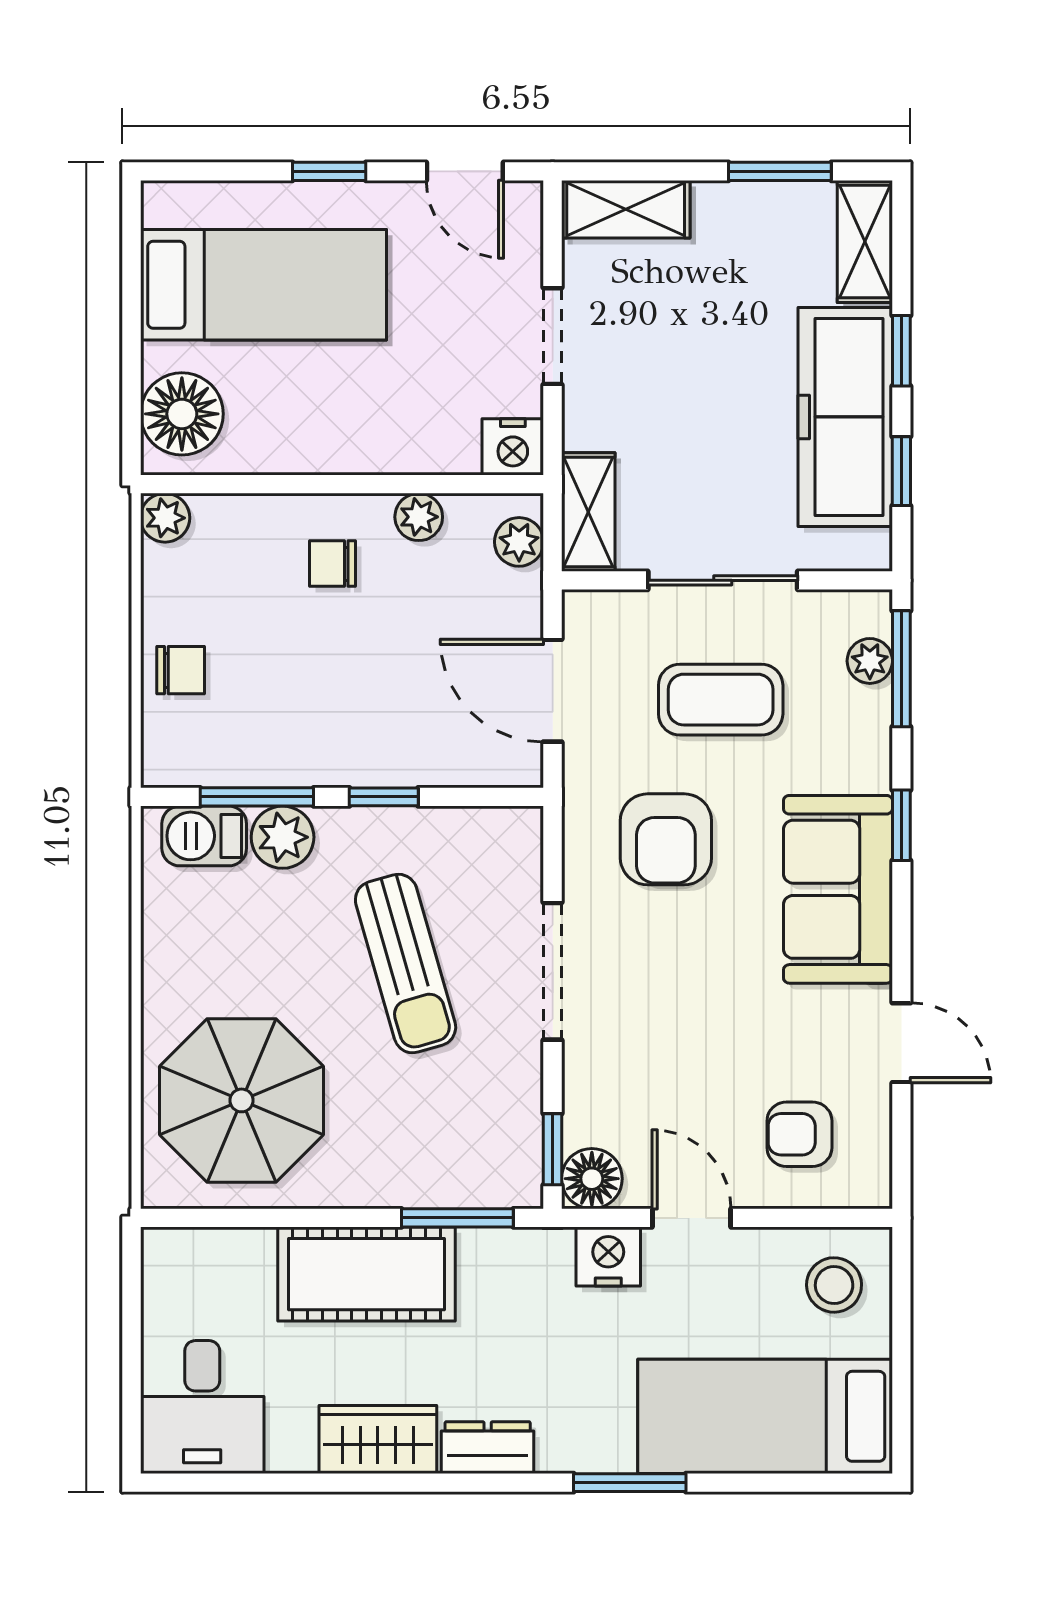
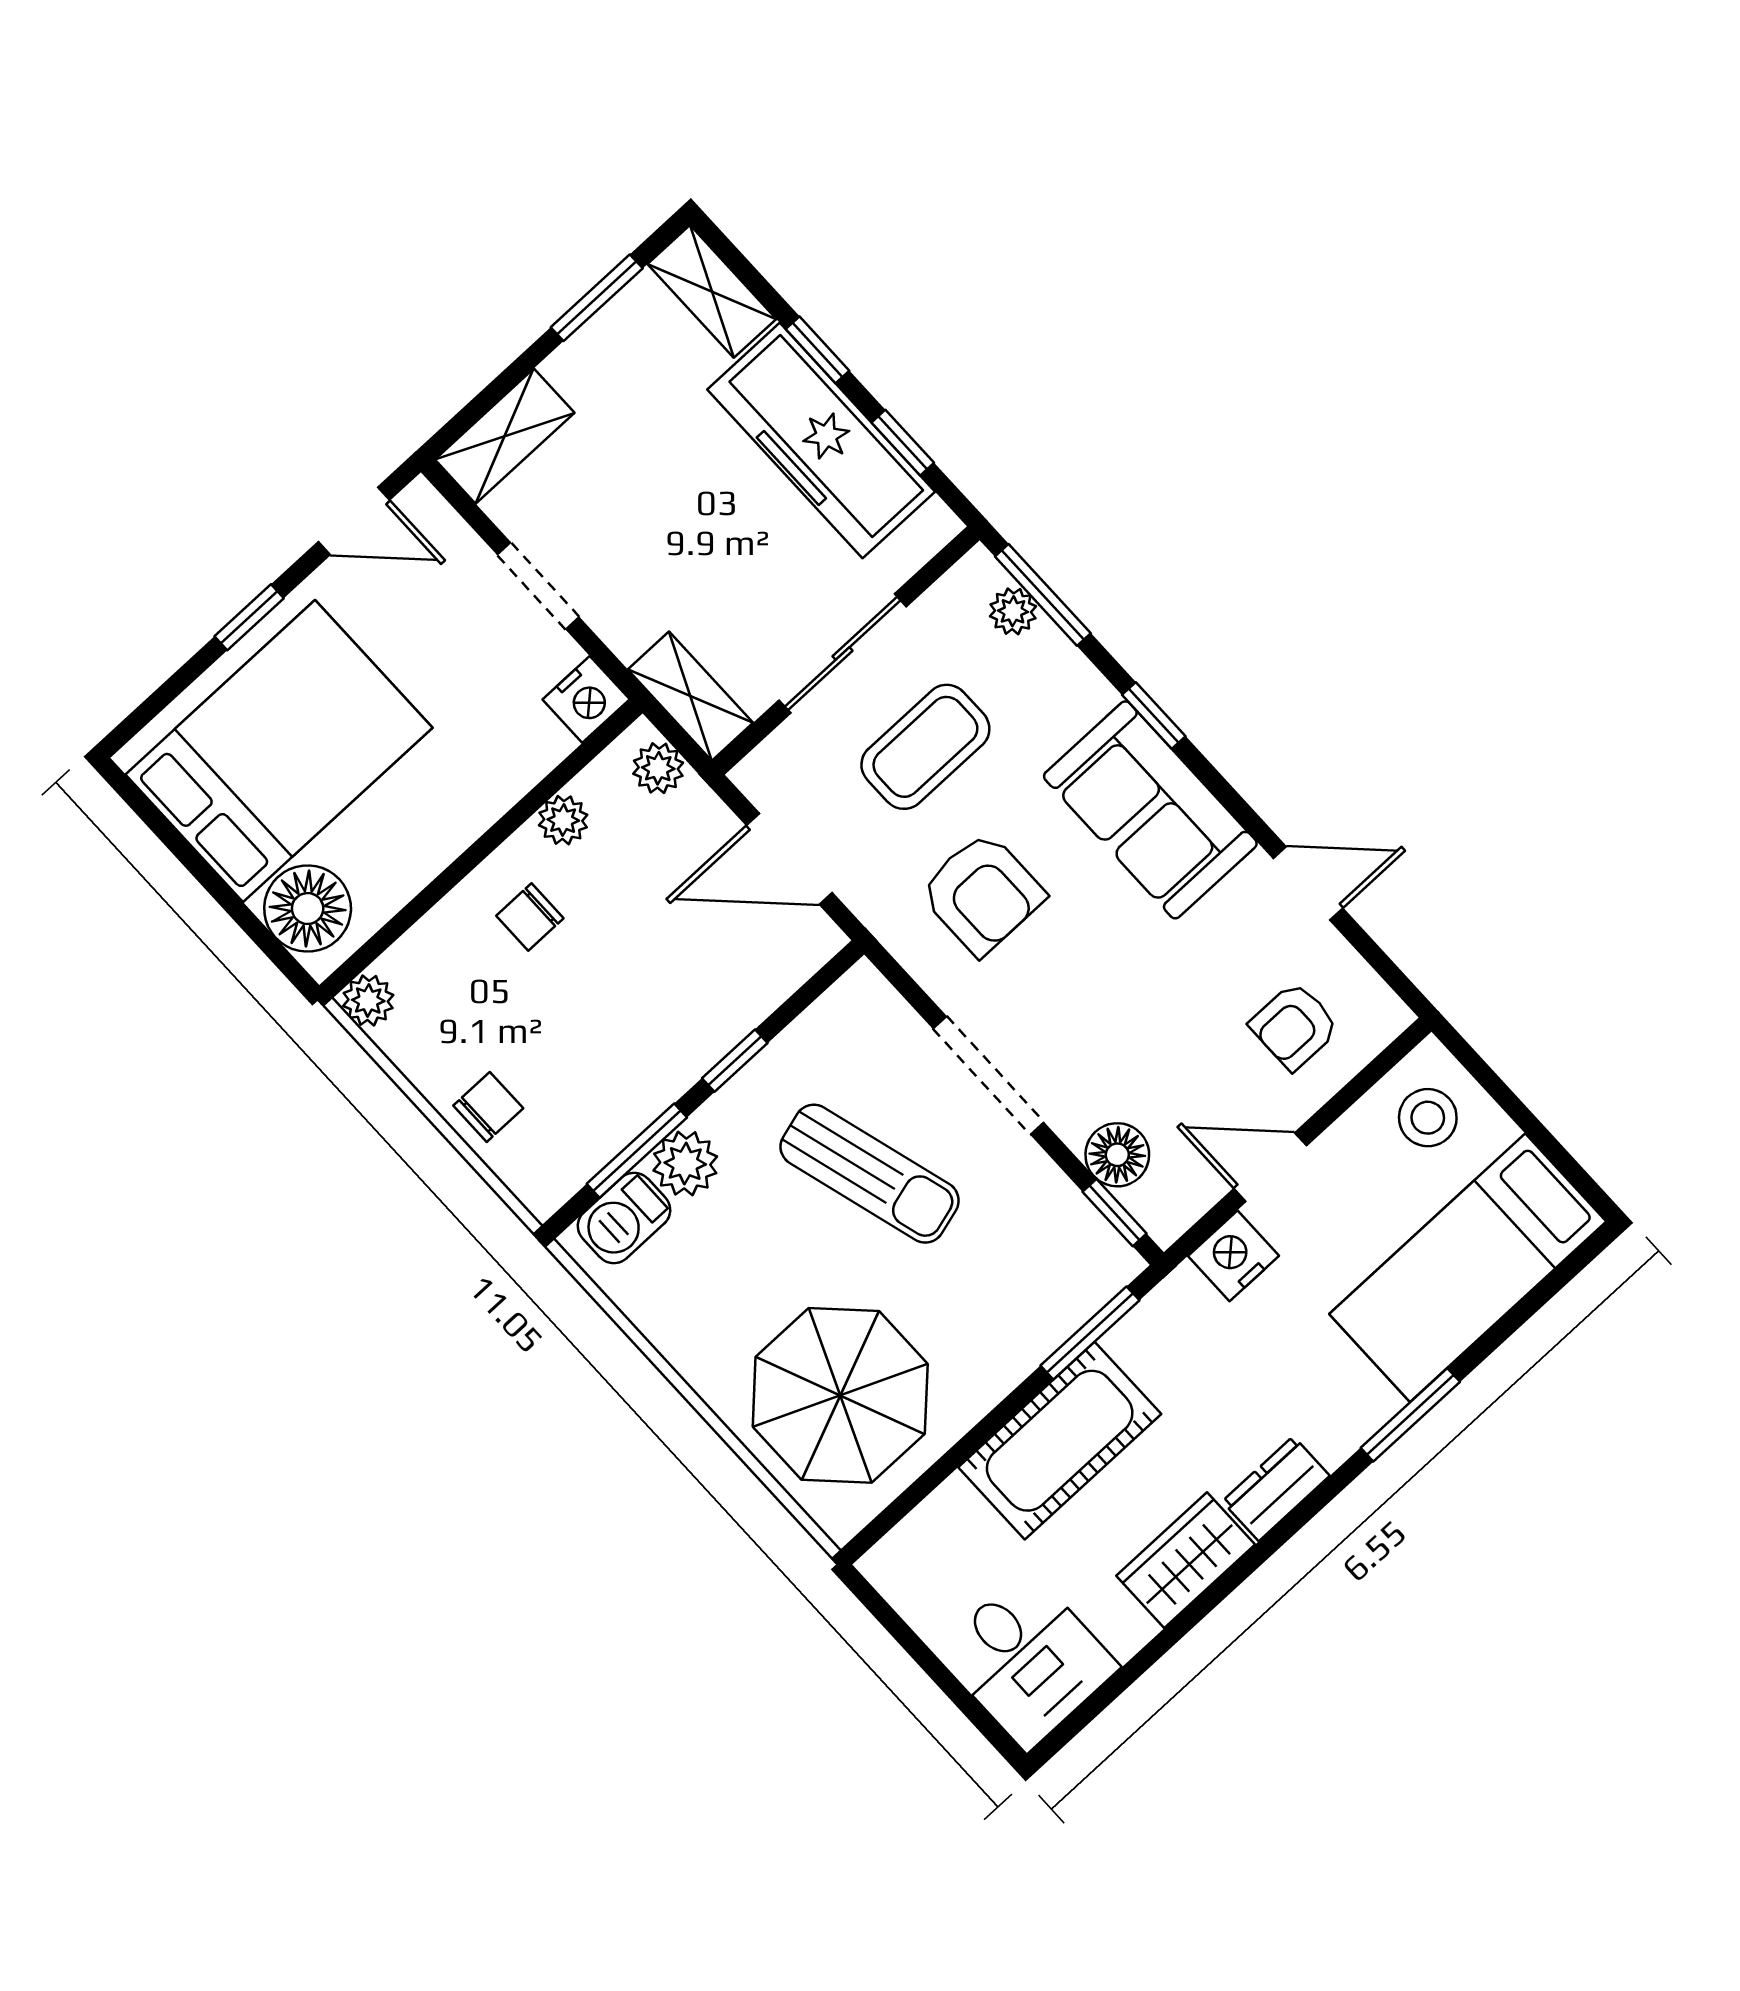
bed: (264, 285) -> (279, 751), width x1.50
floor lamp: (592, 1179) -> (1117, 1155), moved

